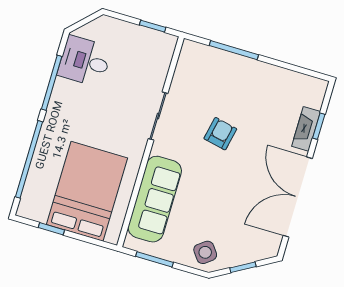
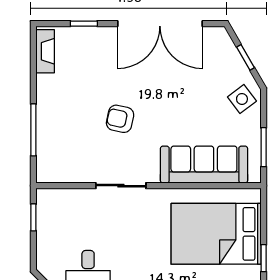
fireplace: (306, 129) -> (45, 51), moved, turned -90

